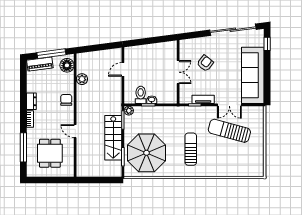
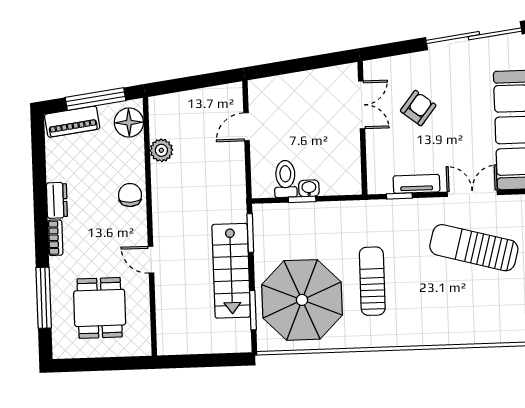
double door: (178, 72) -> (362, 105), moved
double door: (229, 105) -> (472, 193), swing flipped
plant: (129, 111) -> (262, 213), removed
sun lounger: (191, 149) -> (372, 281), moved

